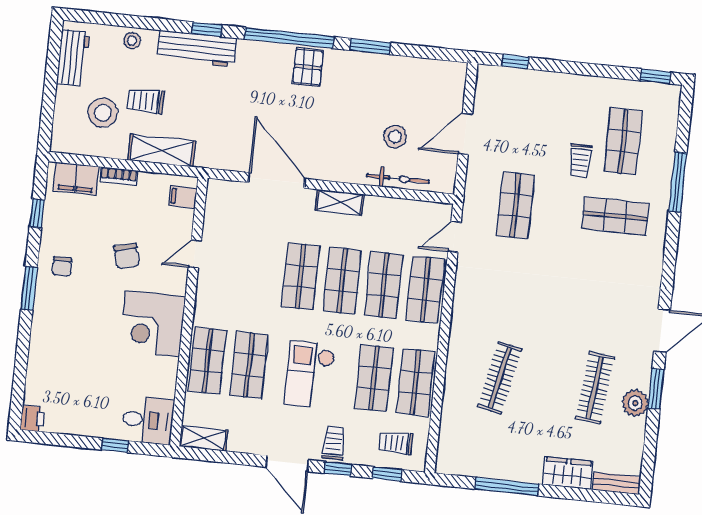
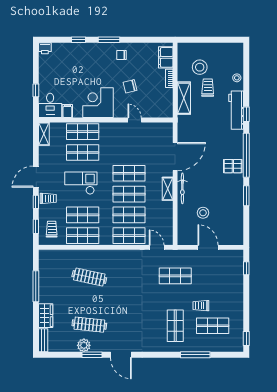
workbench: (73, 58) -> (225, 50), removed
bicycle: (398, 179) -> (182, 188), moved
filing cabinet: (183, 197) -> (67, 111), moved
window: (37, 213) -> (78, 40), moved

